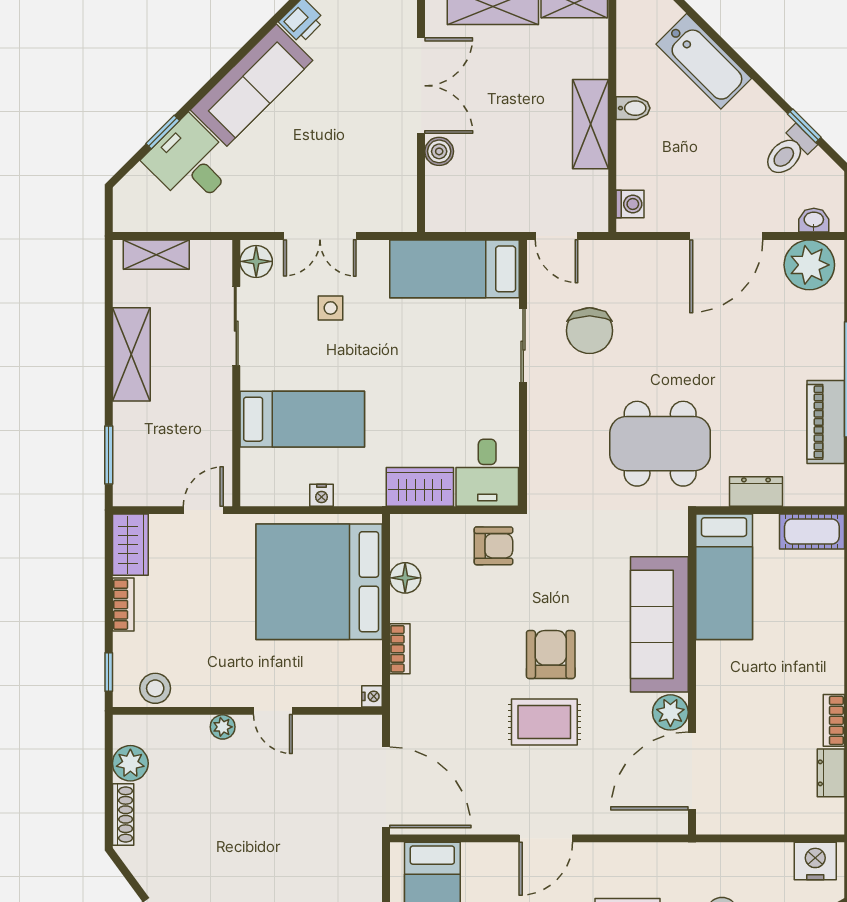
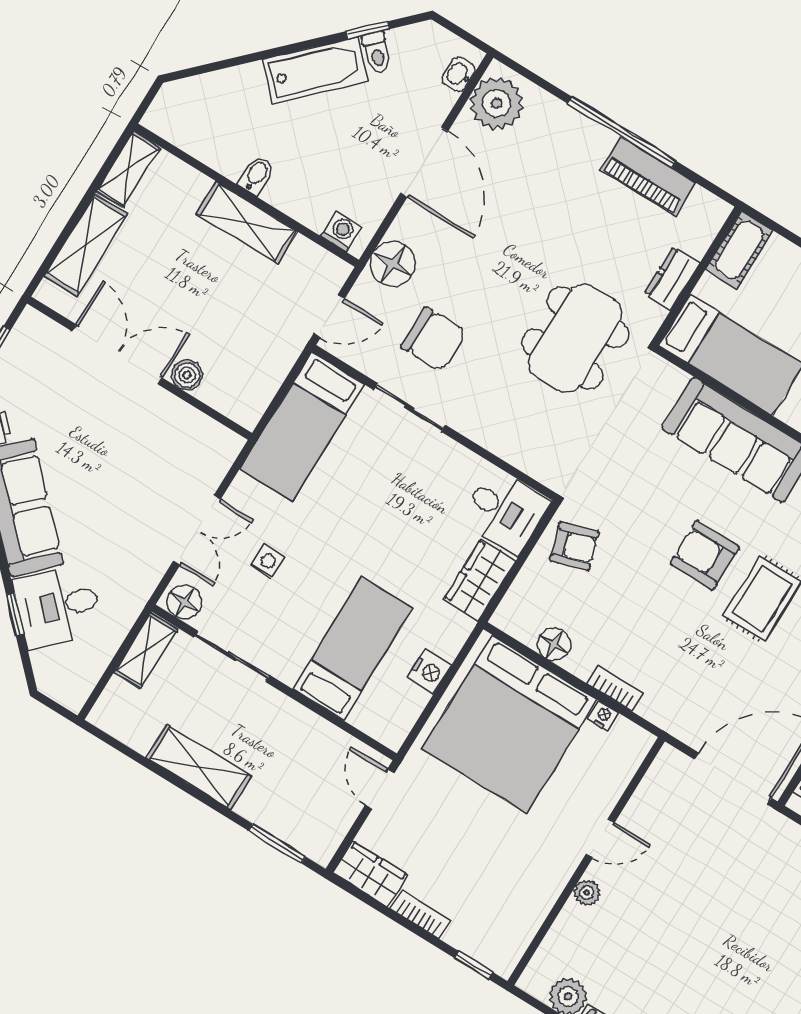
bathtub: (704, 61) -> (316, 70), moved
toilet: (789, 152) -> (377, 52), width x0.73, depth x0.72
shelving: (156, 255) -> (146, 651), moved
floor lamp: (629, 261) -> (393, 264), added
nightstand: (321, 495) -> (429, 671), width x1.39, depth x1.35
armchair: (493, 546) -> (574, 546), turned 73
stool: (155, 688) -> (514, 932), removed
nightstand: (372, 696) -> (603, 716), moved

